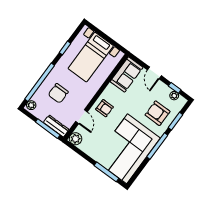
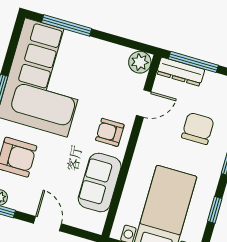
sofa: (127, 75) -> (100, 182), moved
door: (81, 117) -> (144, 103), swing flipped

